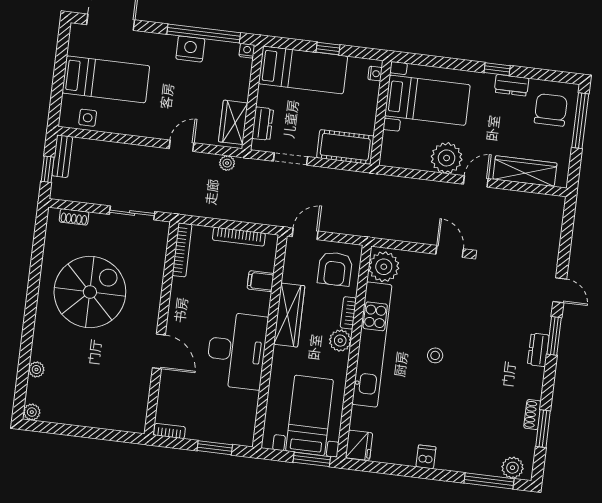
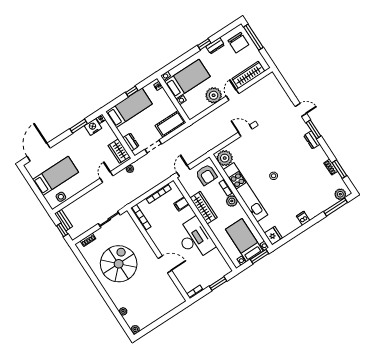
window: (204, 34) -> (79, 126), width x0.47
nightstand: (190, 49) -> (93, 127), moved
chair: (551, 110) -> (238, 43), turned 180

